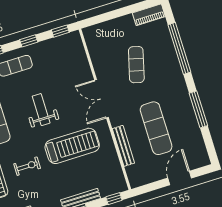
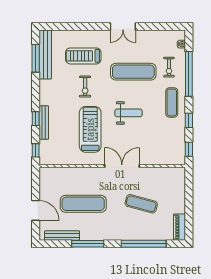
treadmill: (72, 146) -> (90, 129), turned 180
bench: (123, 146) -> (62, 236), moved

